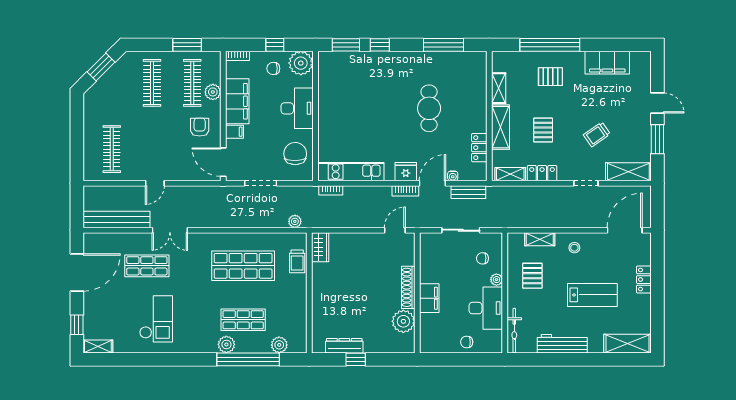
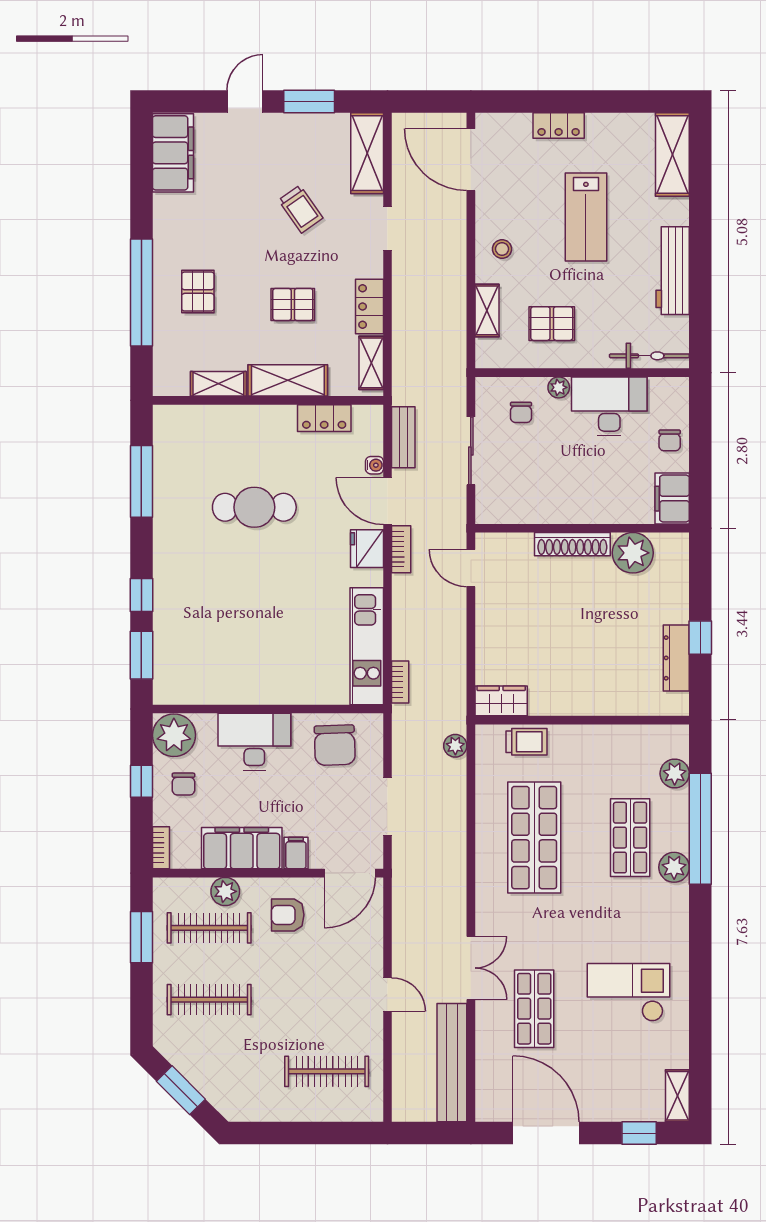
filing cabinet: (607, 63) -> (173, 153), moved
chair: (295, 154) -> (335, 745), turned -91
lab bench: (592, 295) -> (586, 217), turned 180
filing cabinet: (429, 298) -> (672, 499), moved, turned -90

